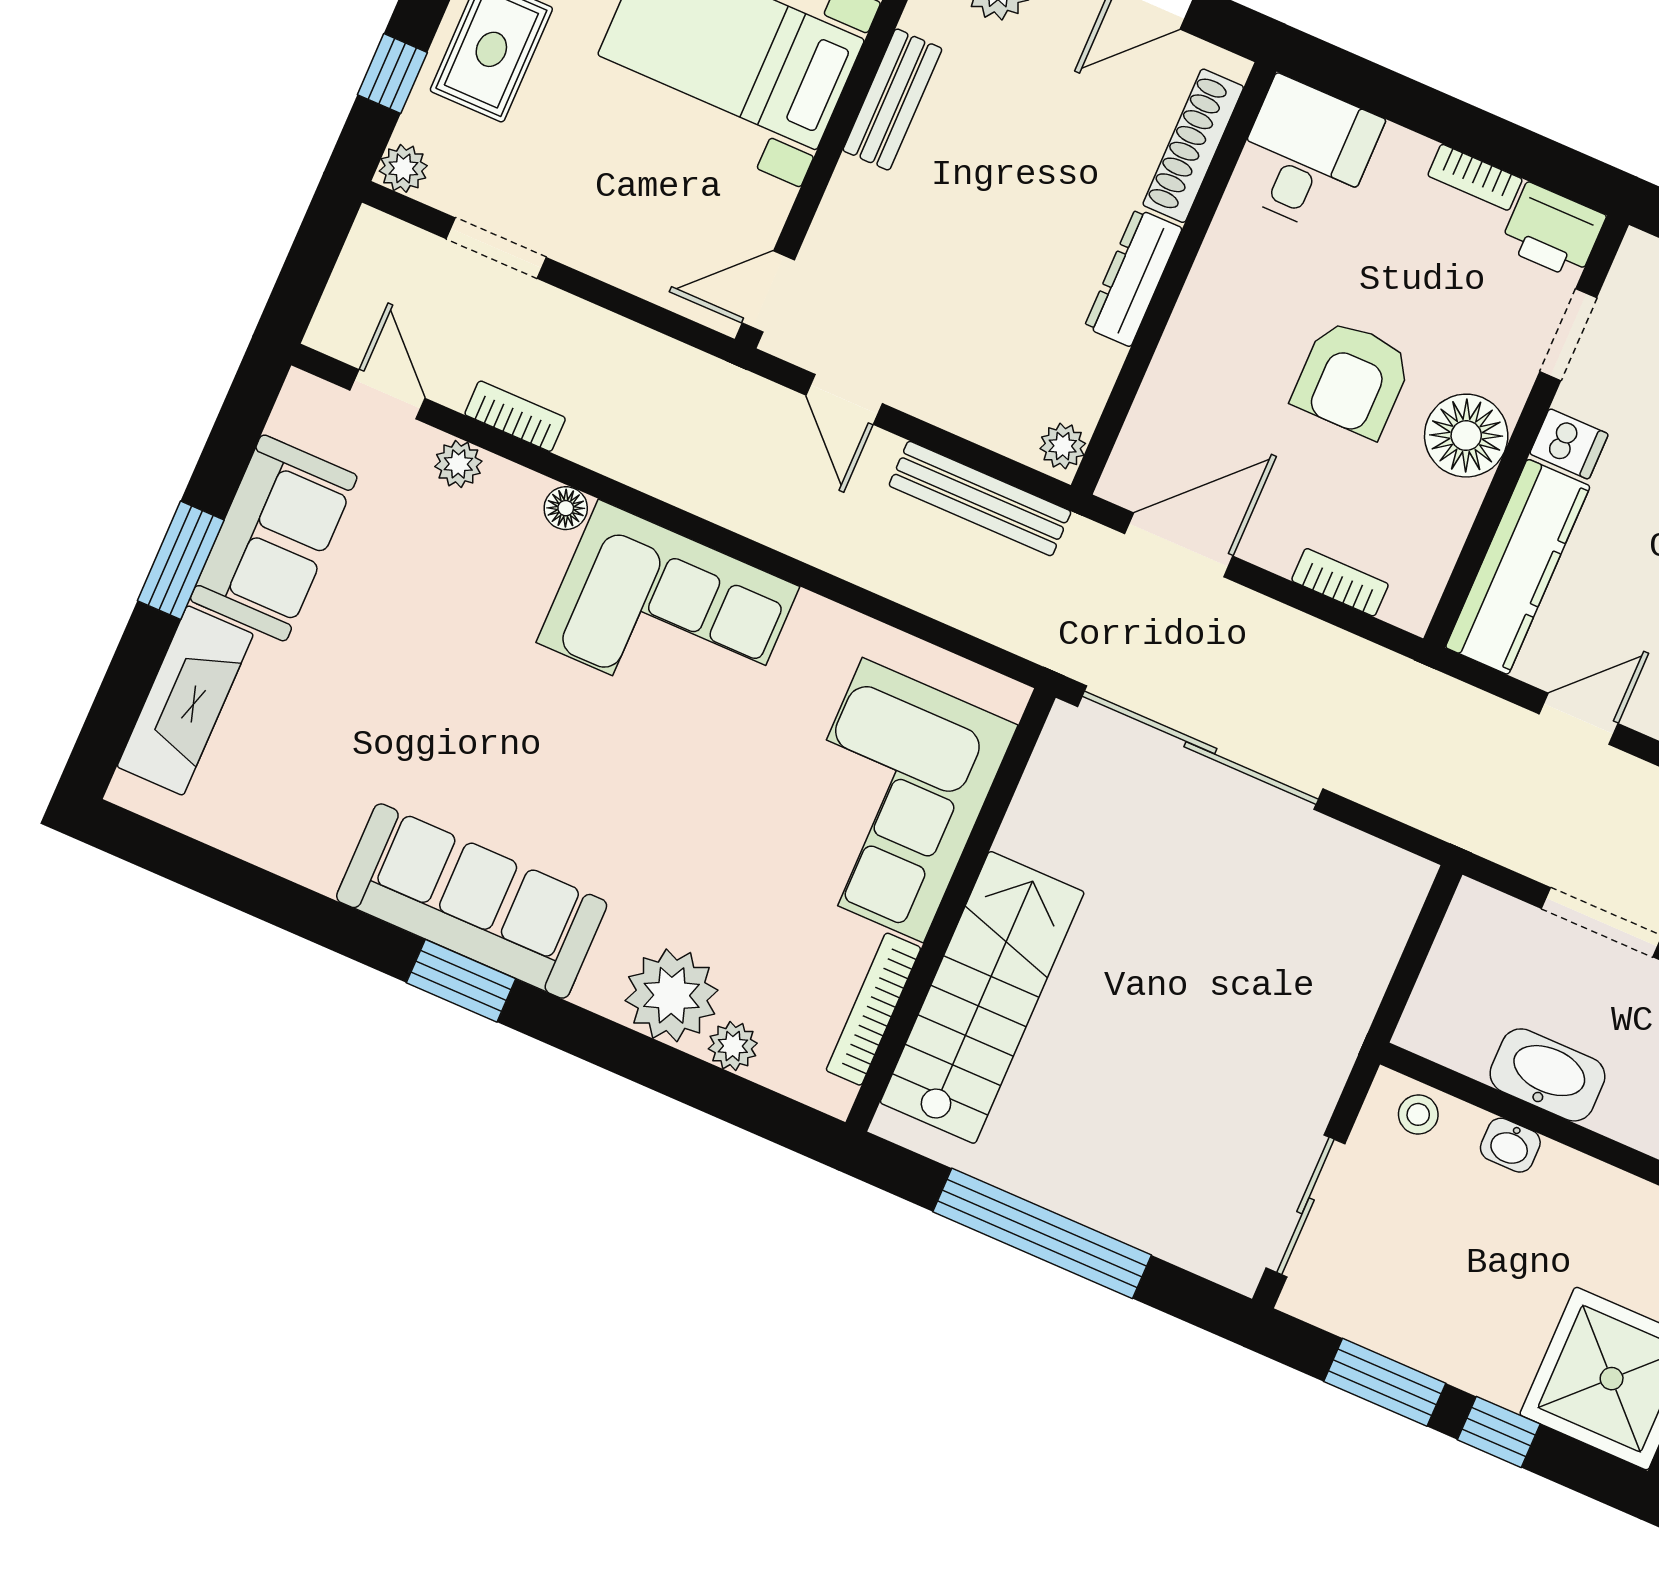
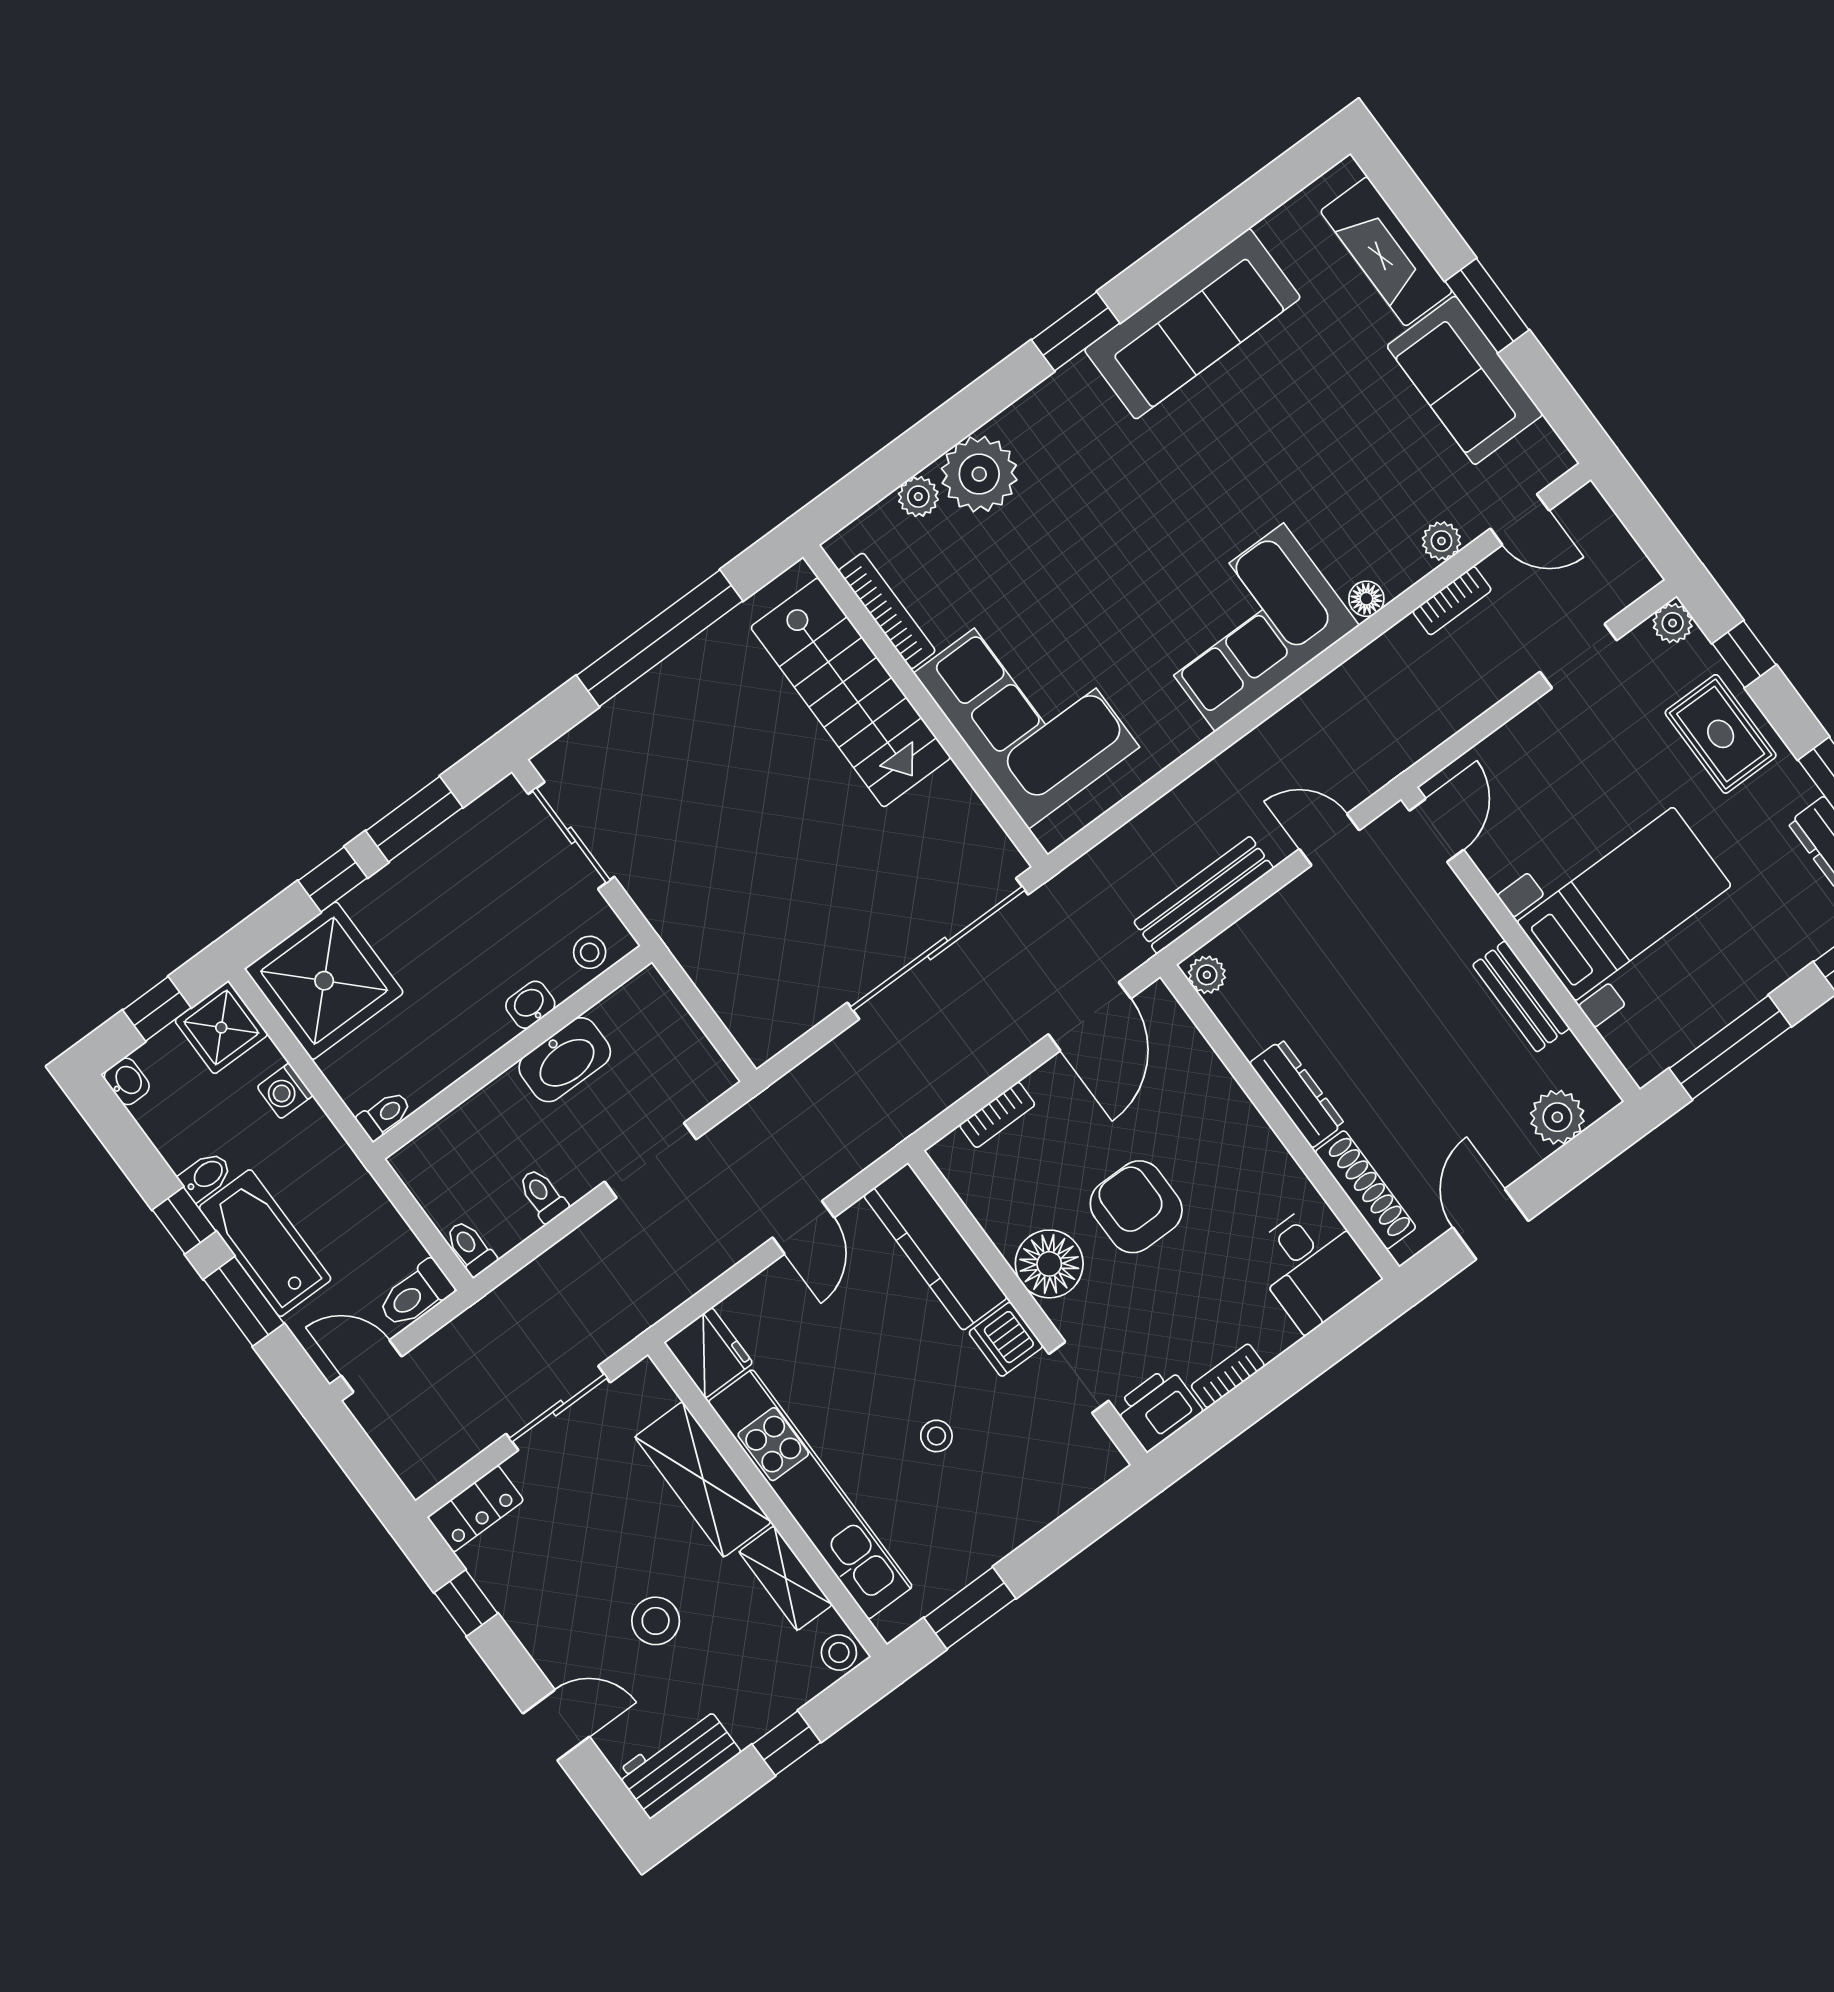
dishwasher: (1569, 444) -> (1006, 1339), width x1.38
sofa: (472, 901) -> (1192, 324), moved

